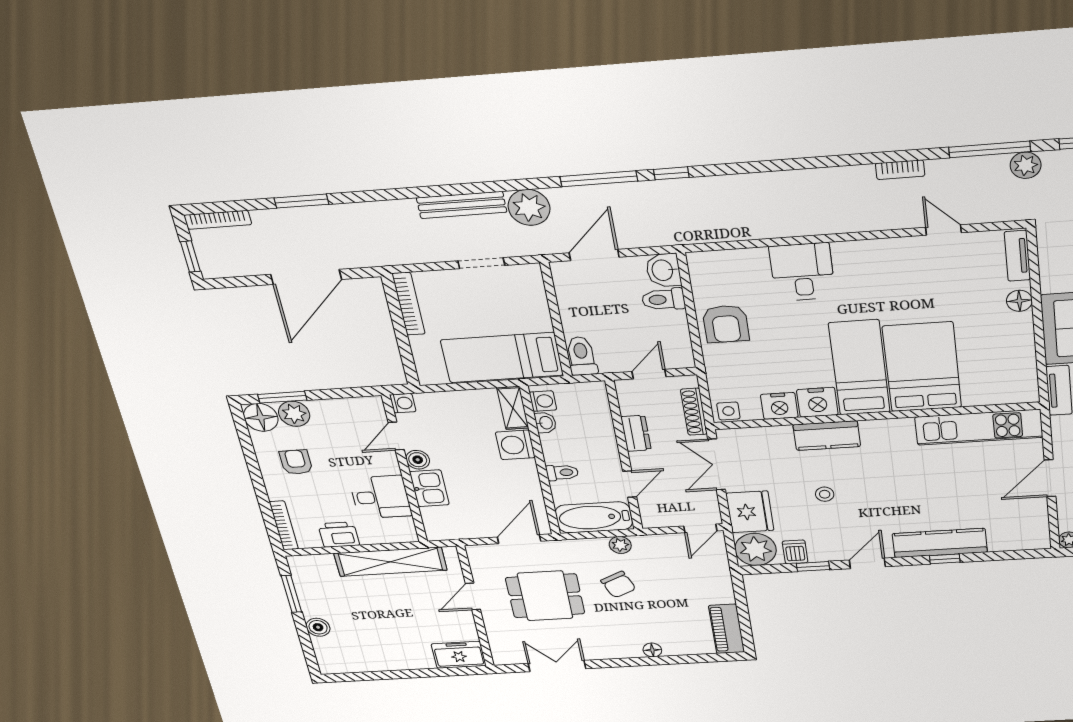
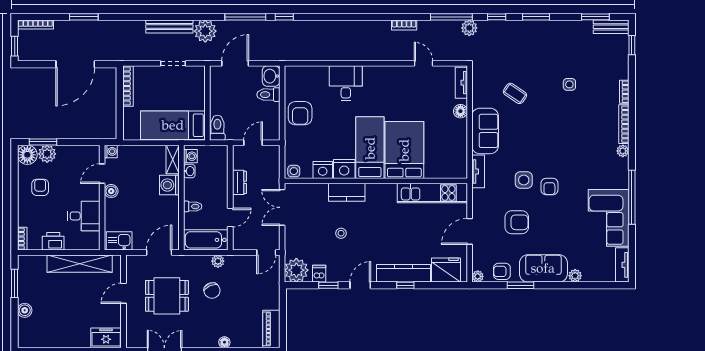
shoe rack: (694, 412) -> (274, 170), removed
kitchen sink: (429, 488) -> (119, 241), moved, turned -90
fridge: (750, 512) -> (446, 270), moved, turned -90
bookcase: (284, 525) -> (22, 239), width x0.64

